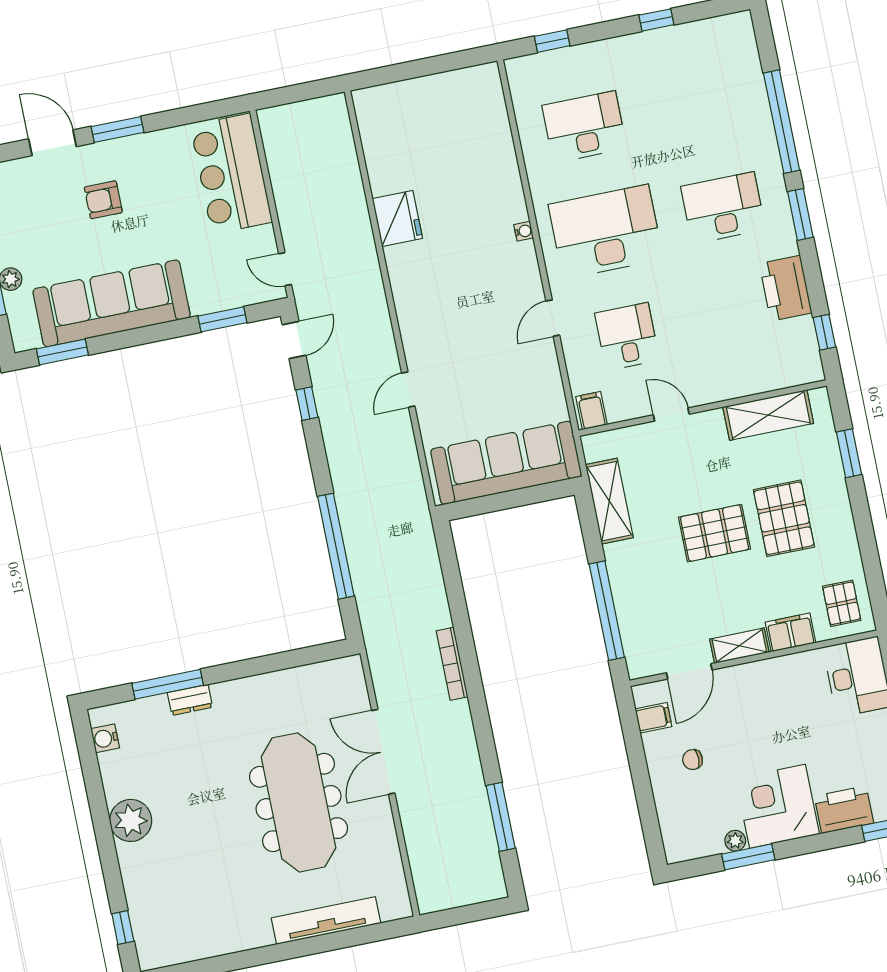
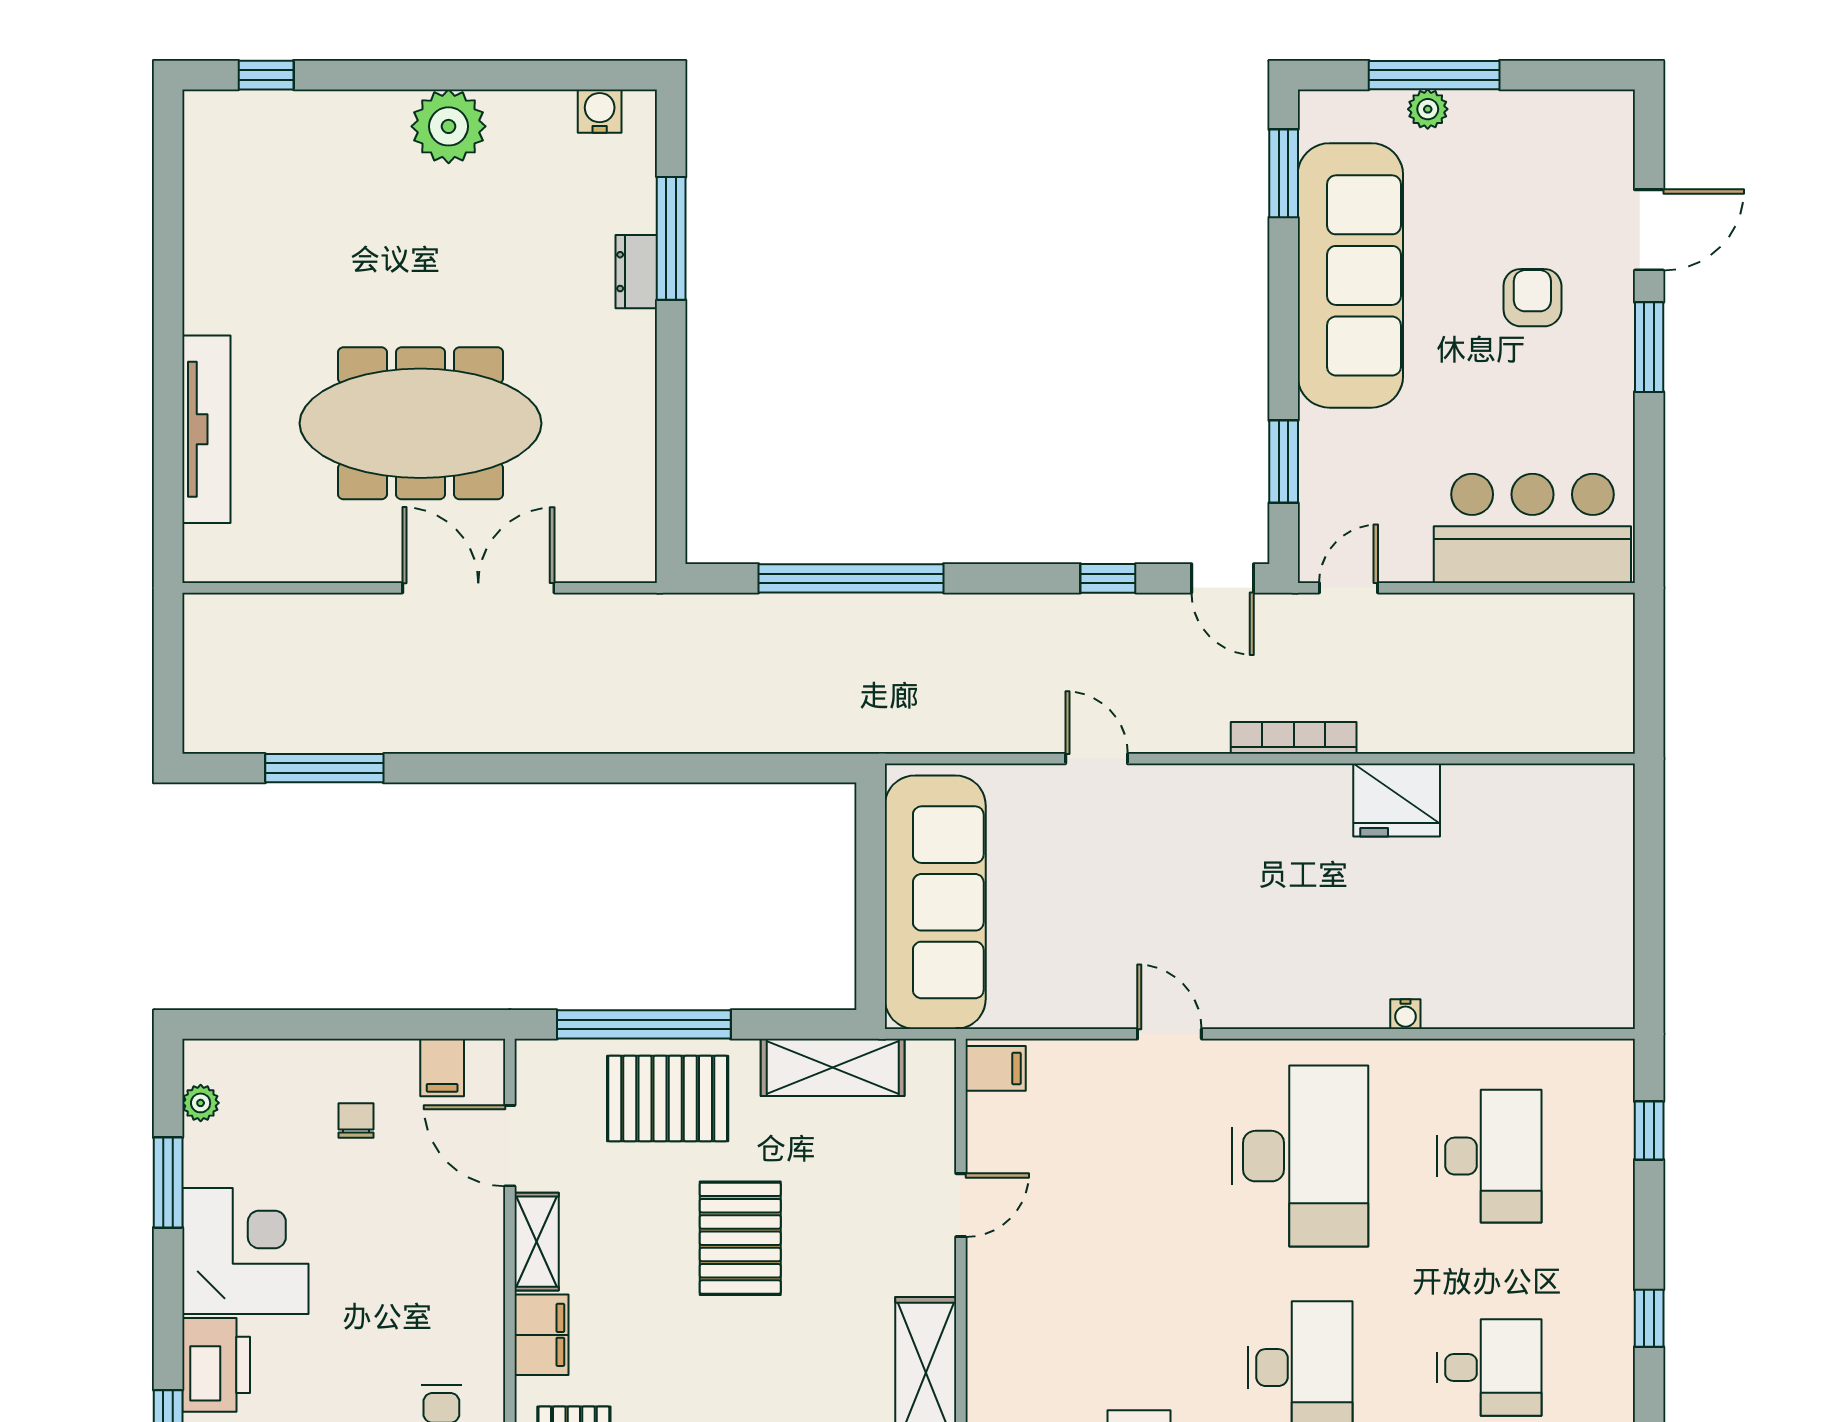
water cooler: (524, 231) -> (1405, 1014), moved
desk: (627, 337) -> (1489, 1368), moved
pallet: (784, 518) -> (668, 1099), moved
bookcase: (452, 664) -> (1294, 738), moved
plant: (735, 841) -> (201, 1103), moved

